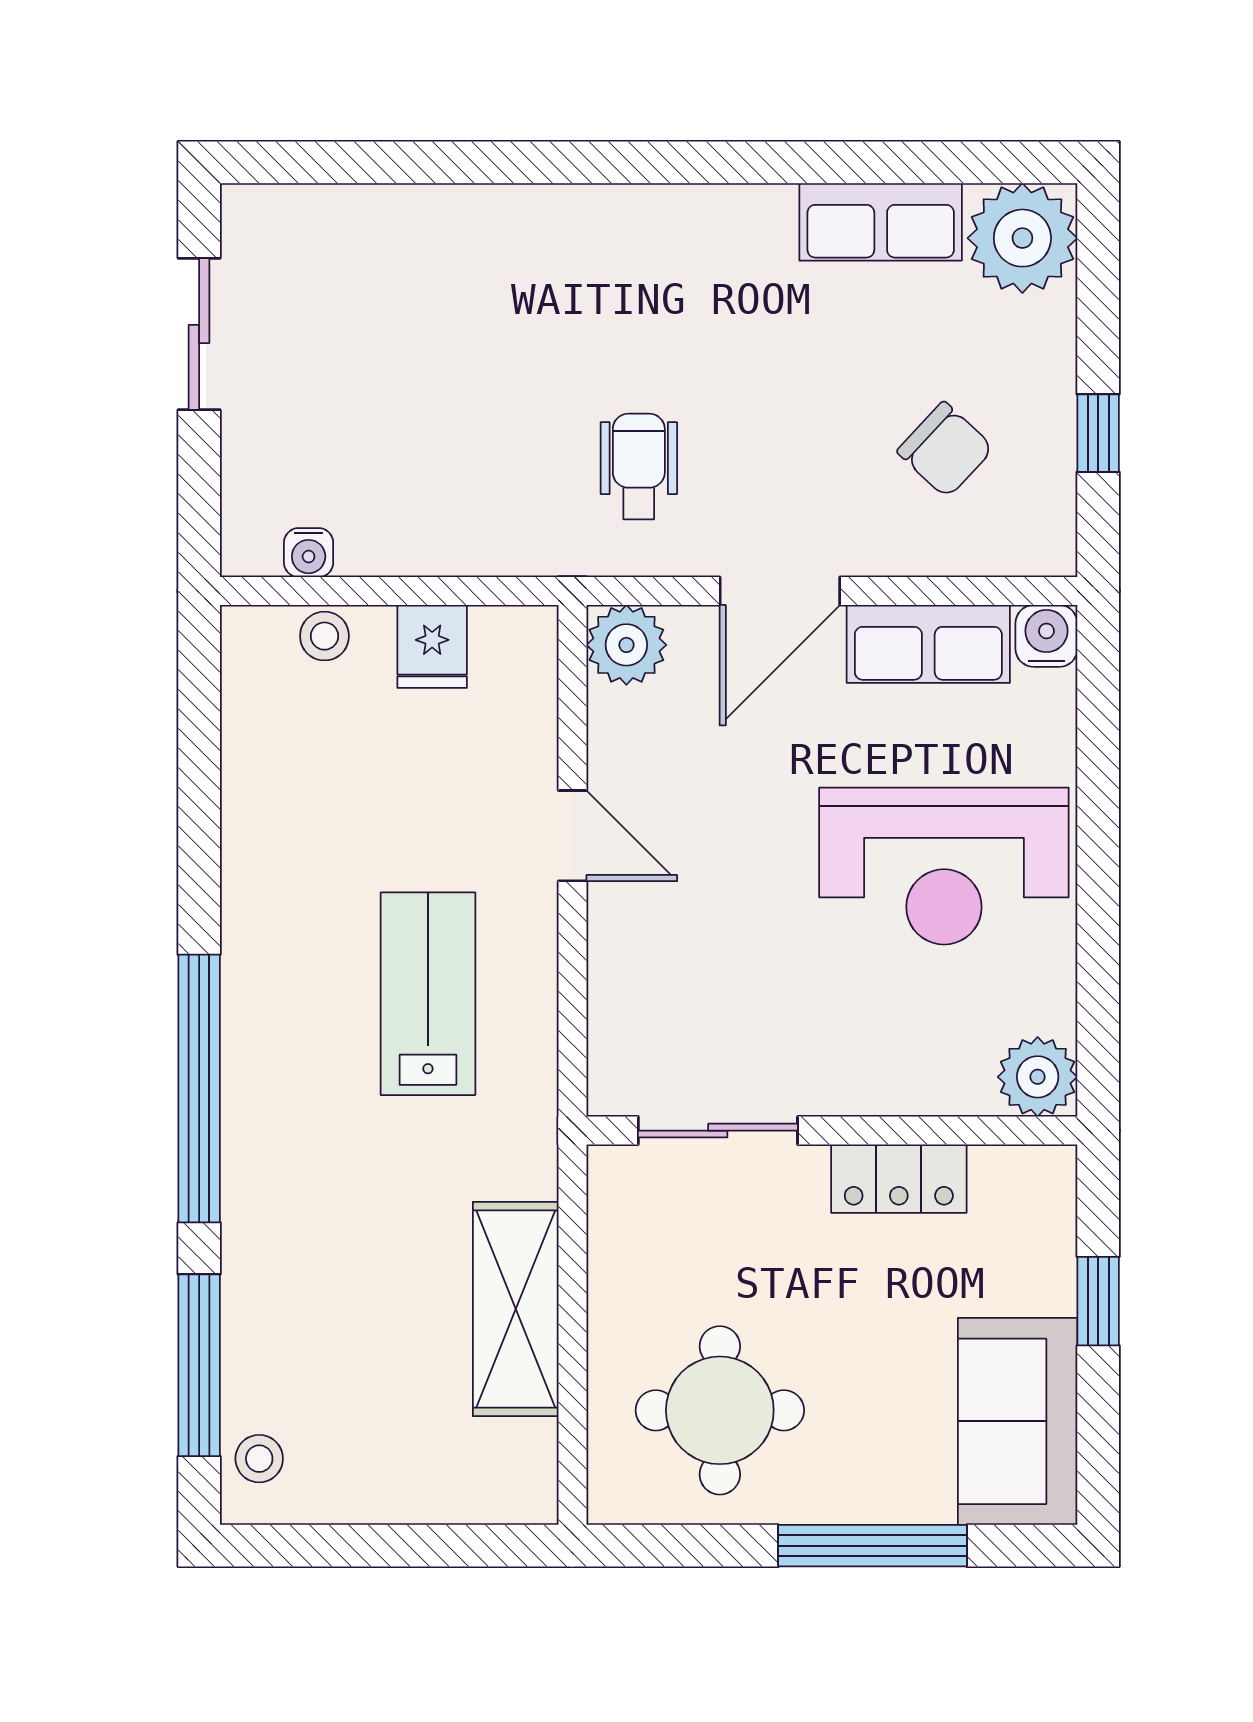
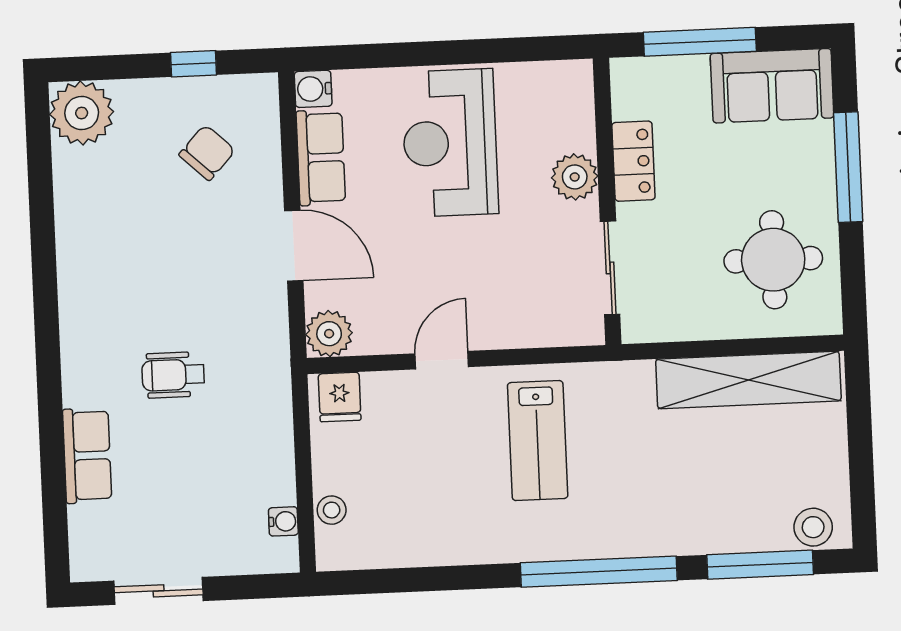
row of seats: (881, 222) -> (87, 456), moved
wheelchair: (639, 467) -> (173, 375), moved
fridge: (432, 646) -> (340, 397), moved, turned 90
reception desk: (944, 866) -> (450, 143), turned 180
lab bench: (428, 994) -> (538, 441), turned -90
plant: (1038, 1077) -> (575, 177), moved
window: (1098, 1301) -> (700, 42), width x2.17
shelving: (516, 1309) -> (748, 380), width x1.47
stool: (259, 1459) -> (813, 527), width x1.37, depth x1.37

